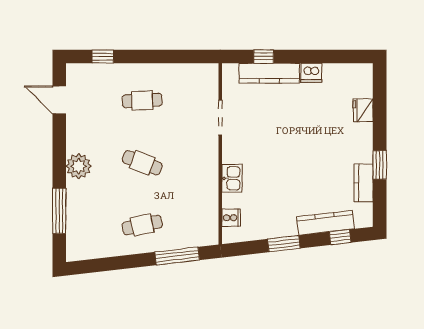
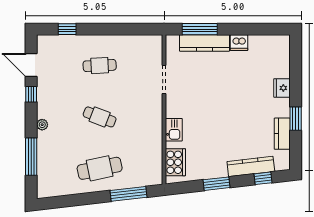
window: (264, 56) -> (200, 29), width x2.17
fridge: (363, 110) -> (282, 88), moved
window: (59, 135) -> (31, 94), added
plant: (79, 166) -> (42, 125), width x0.53, depth x0.53
cooker: (231, 218) -> (175, 162), width x1.87, depth x1.31
cafe table: (142, 225) -> (100, 168), width x1.37, depth x1.35

